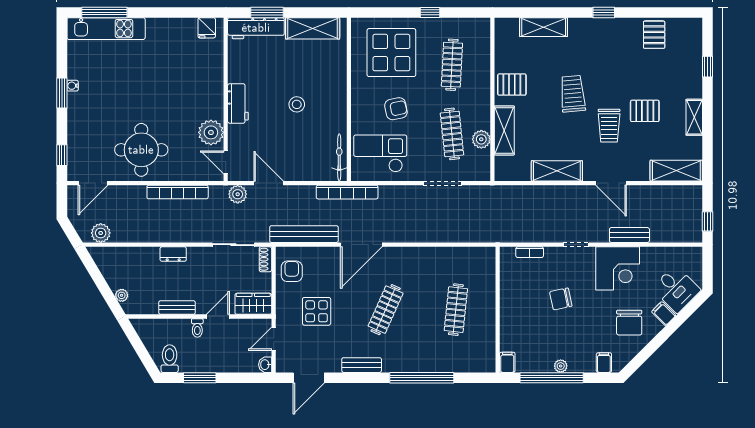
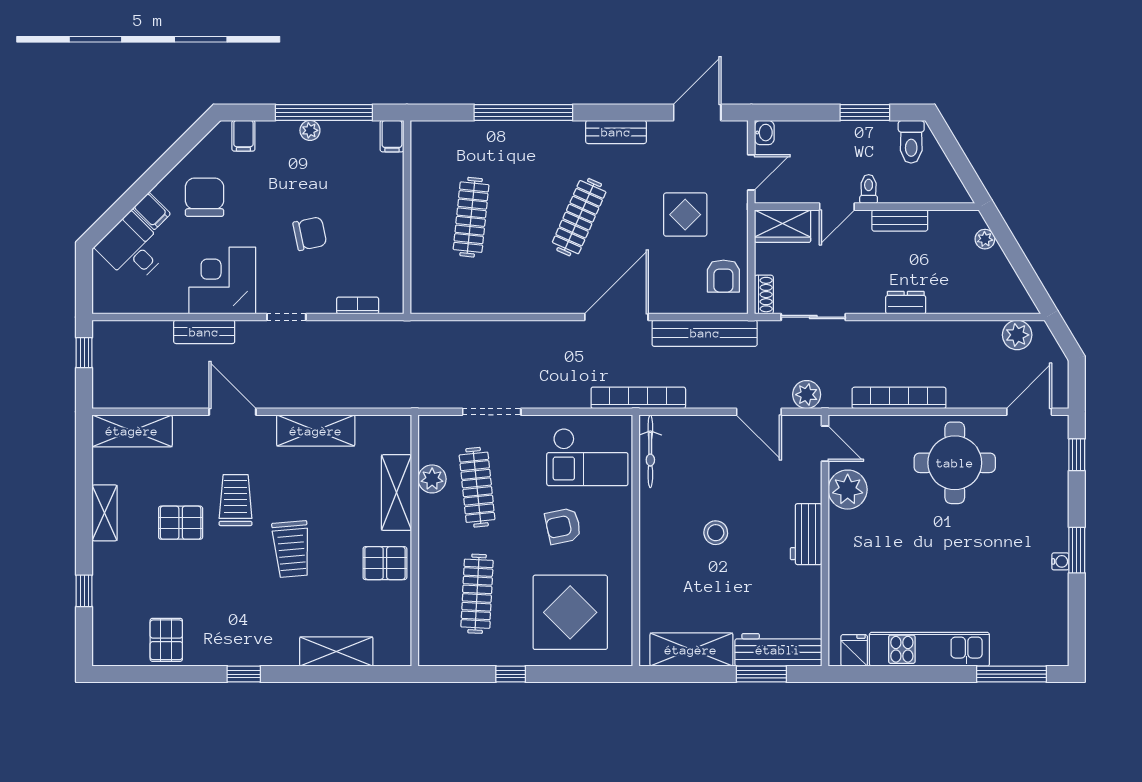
kitchen unit: (106, 29) -> (929, 649), moved

